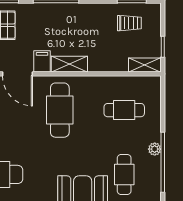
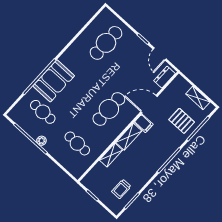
shelving: (144, 65) -> (111, 155), moved
cafe table: (60, 110) -> (109, 109), turned 90
cafe table: (124, 110) -> (77, 143), turned 90

